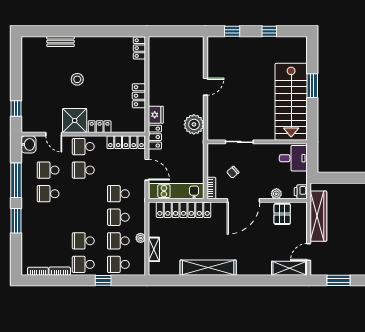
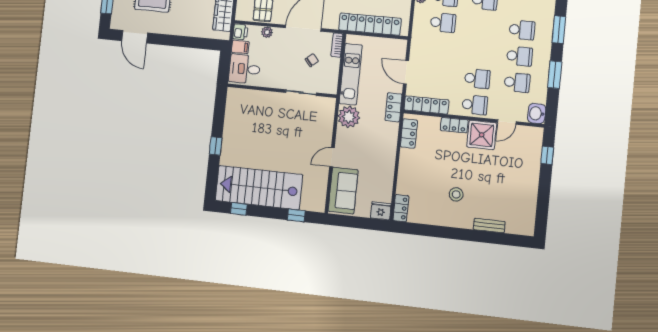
window: (269, 31) -> (239, 209), moved
sofa: (192, 58) -> (343, 191), added
stool: (77, 79) -> (456, 194), moved
window: (312, 86) -> (216, 146), width x0.67
locker: (139, 96) -> (409, 134), moved
stairs: (291, 102) -> (259, 188), moved, turned -90
fridge: (156, 115) -> (381, 211), moved, turned 90
door: (54, 134) -> (507, 122), swing flipped
filing cabinet: (299, 178) -> (240, 47), added
window: (16, 180) -> (555, 75), width x0.69
kitchen unit: (177, 191) -> (351, 74), moved, turned -90
school desk: (118, 194) -> (522, 30), moved

